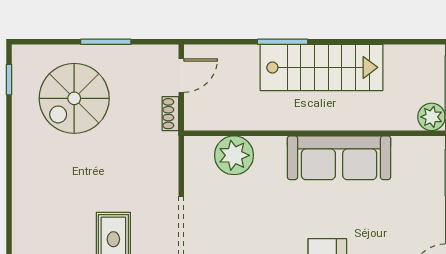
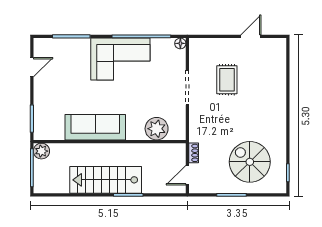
spiral stairs: (74, 98) -> (250, 162), turned -90

